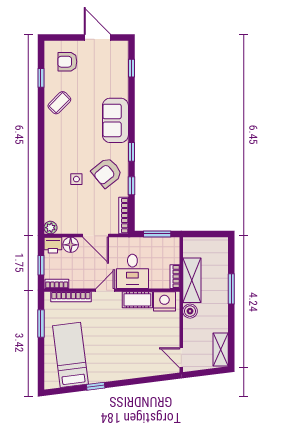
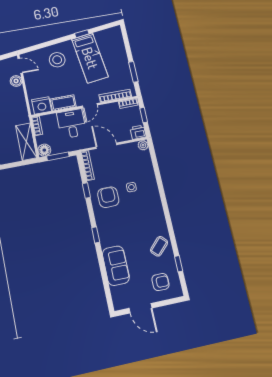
window: (131, 68) -> (107, 288), removed
sofa: (115, 120) -> (116, 266), moved
window: (131, 152) -> (96, 235), moved
armchair: (107, 173) -> (108, 197), turned -51
floor lamp: (71, 245) -> (44, 150), moved
shelving: (192, 280) -> (26, 142), moved
boiler: (190, 311) -> (16, 81), moved
bed: (70, 355) -> (90, 58), moved
stool: (134, 357) -> (57, 60), added

